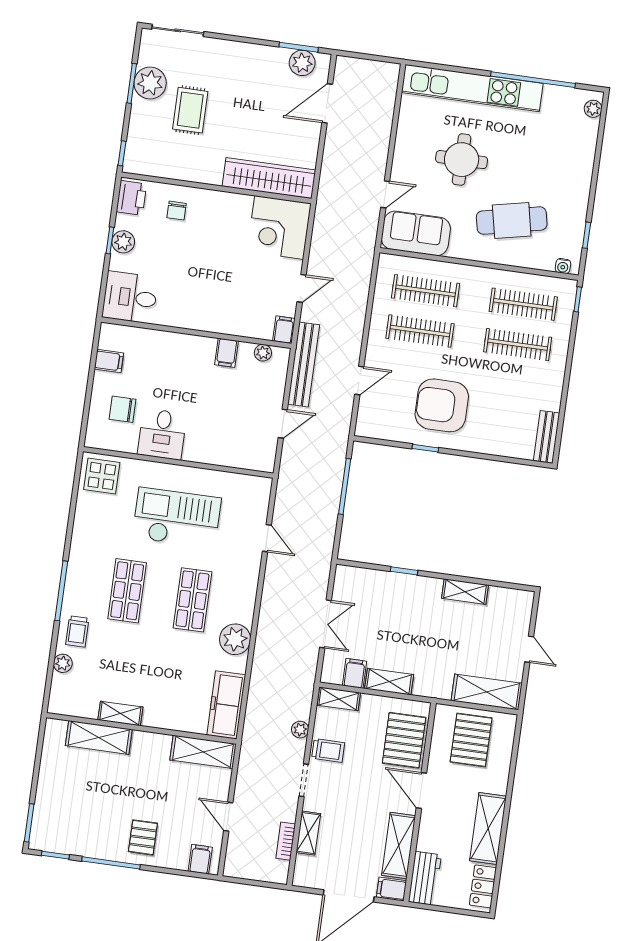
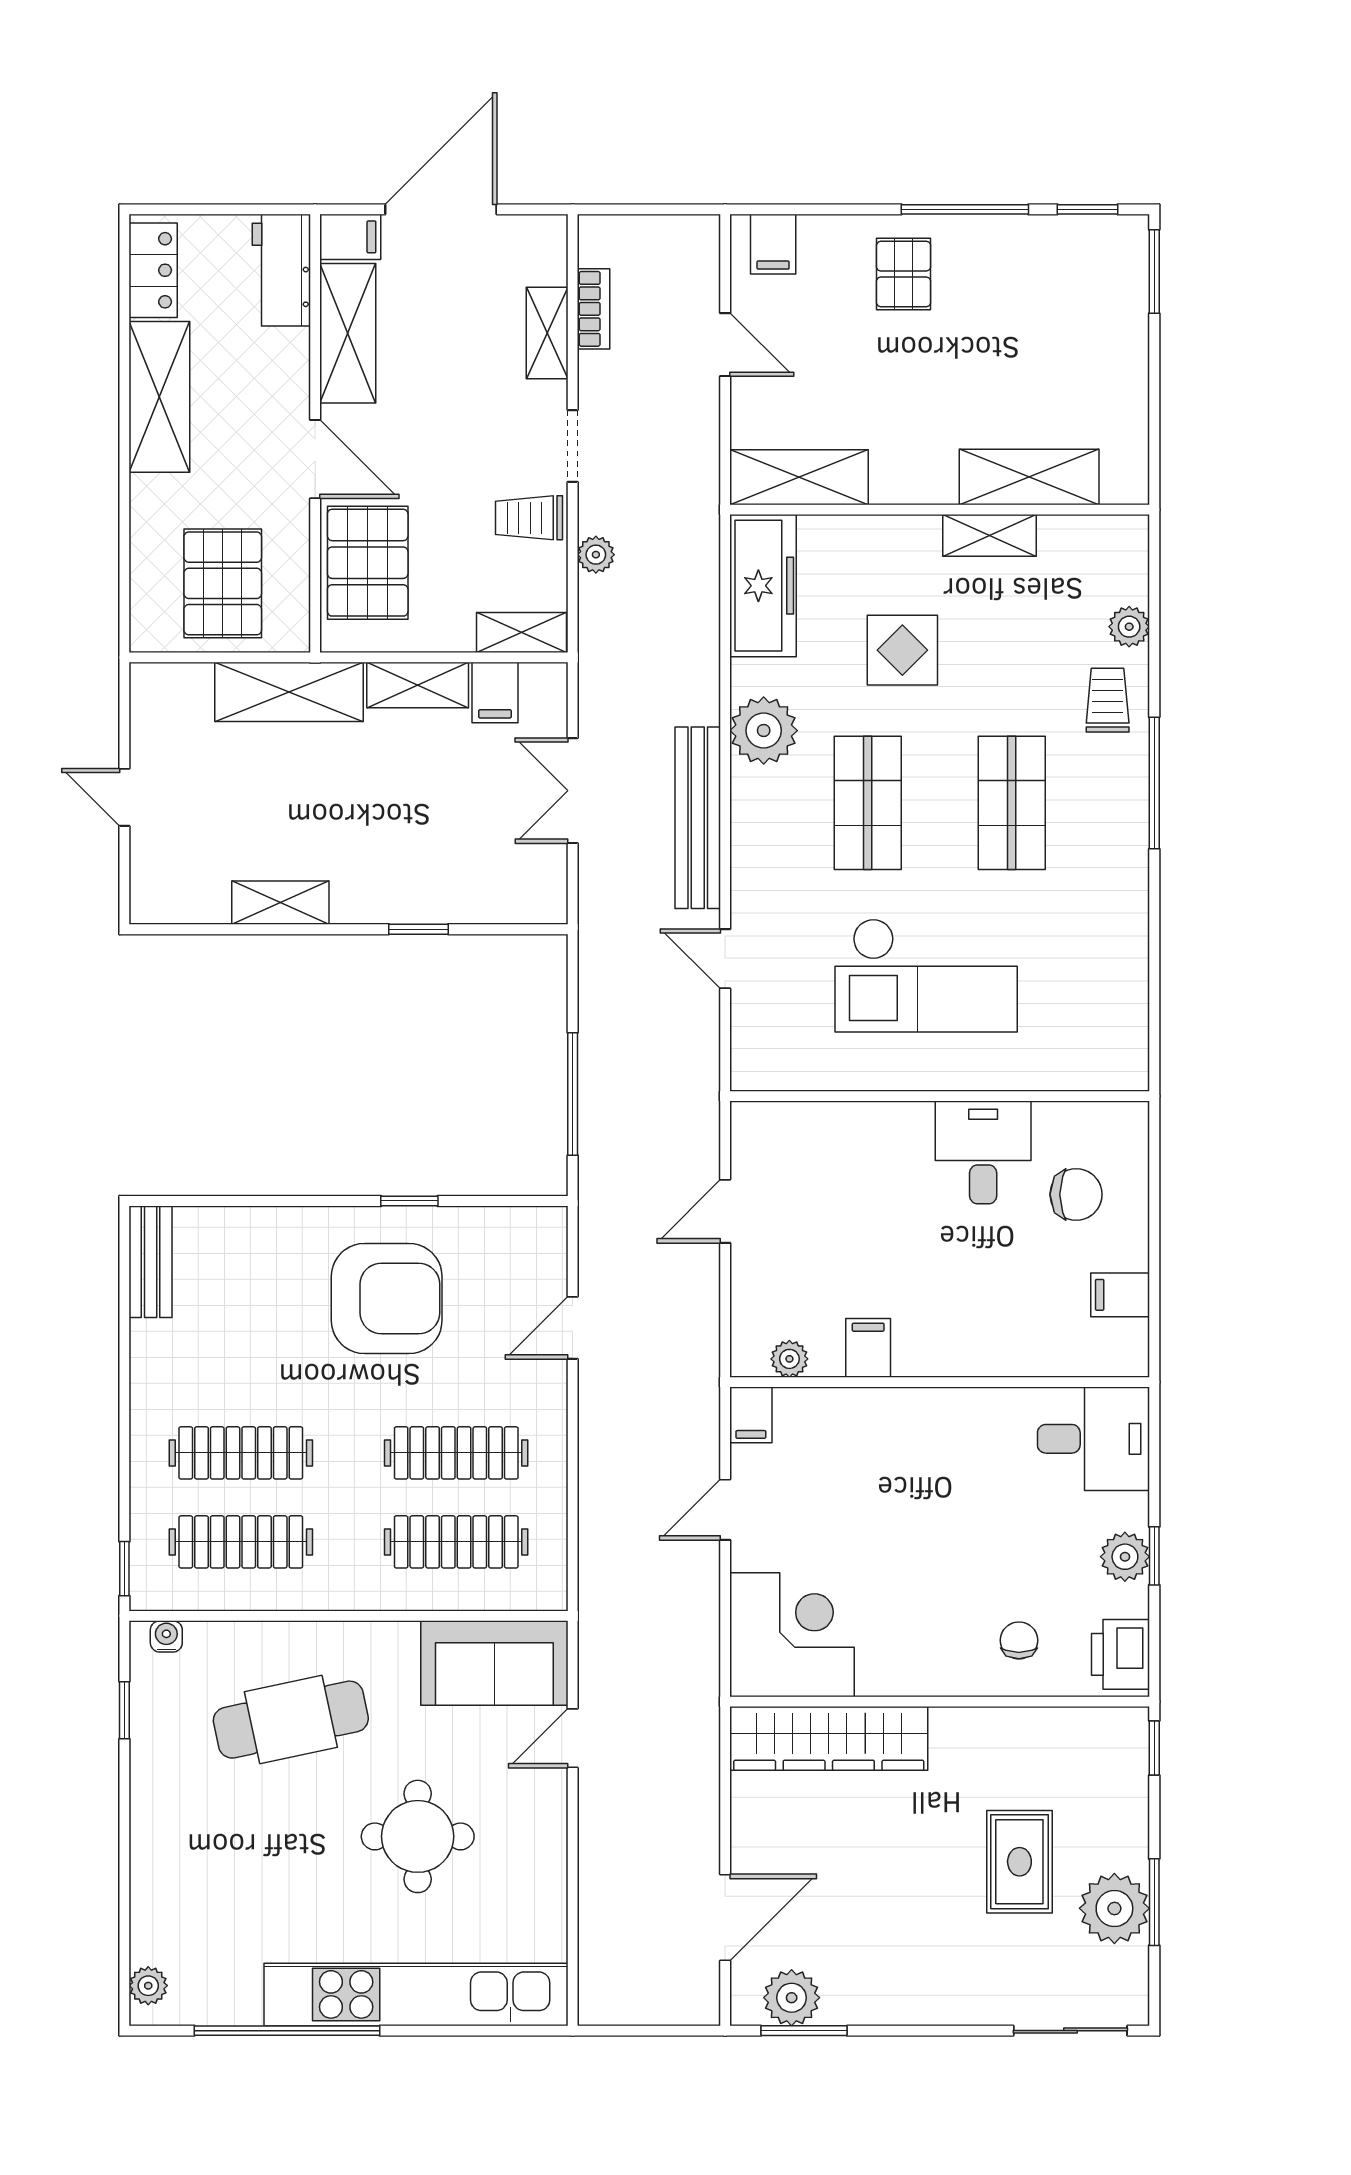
bench: (304, 365) -> (698, 818), moved
display table: (102, 476) -> (902, 650), moved
shelving: (487, 692) -> (289, 692), moved

